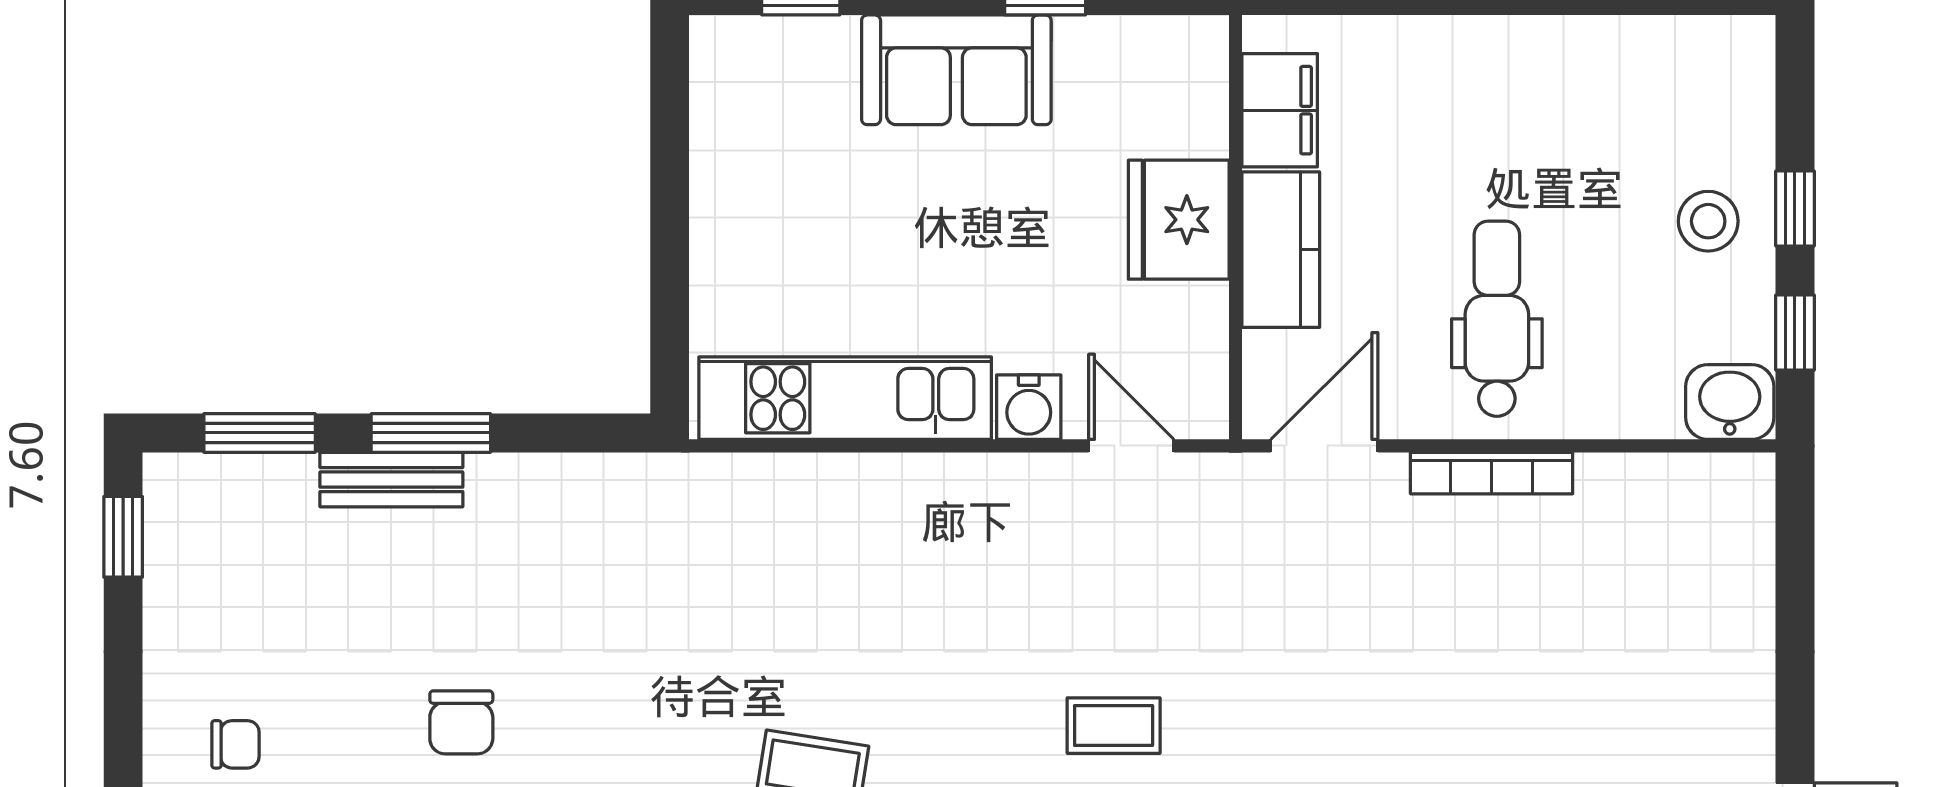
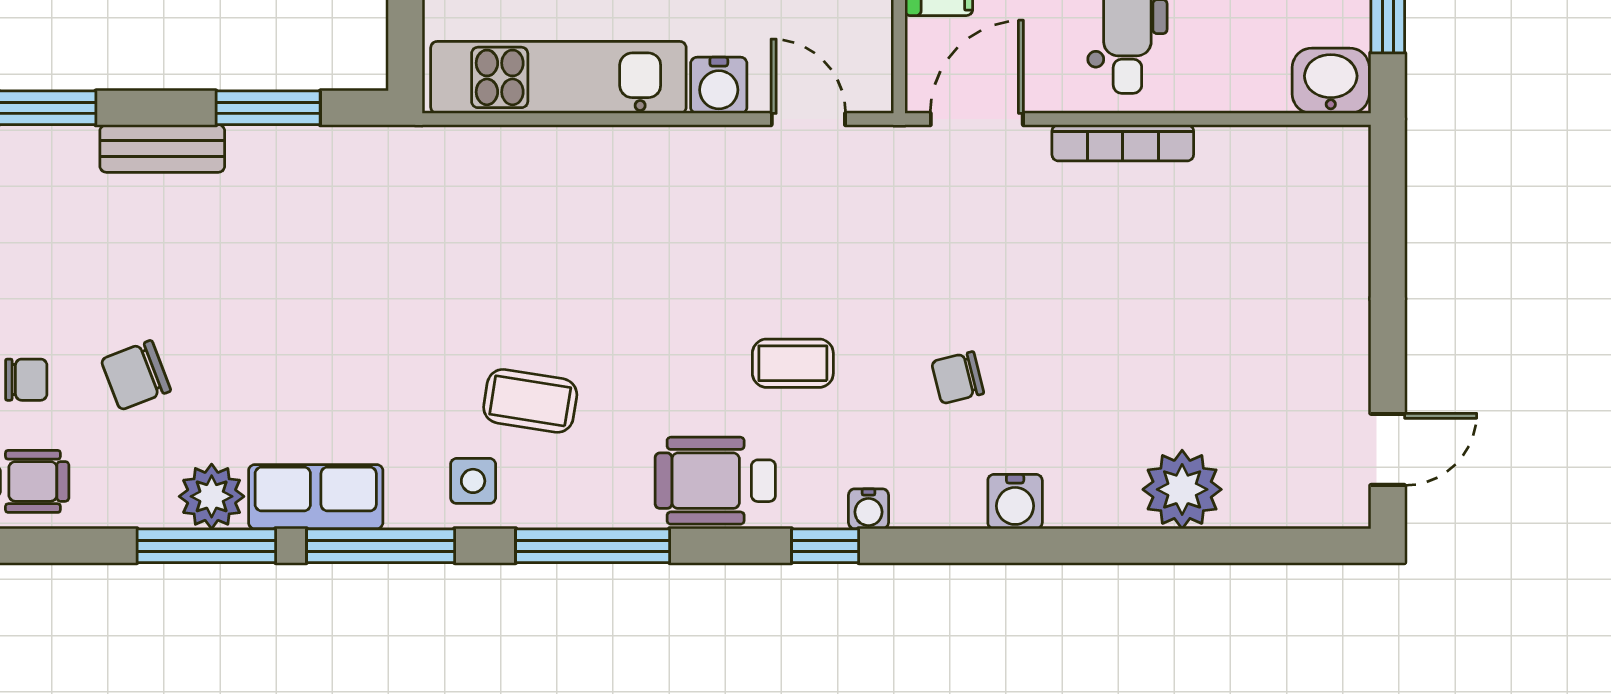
window: (431, 433) -> (268, 108), moved
chair: (461, 722) -> (136, 375), moved, turned 69
chair: (1302, 742) -> (958, 378), added

